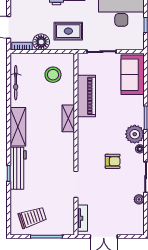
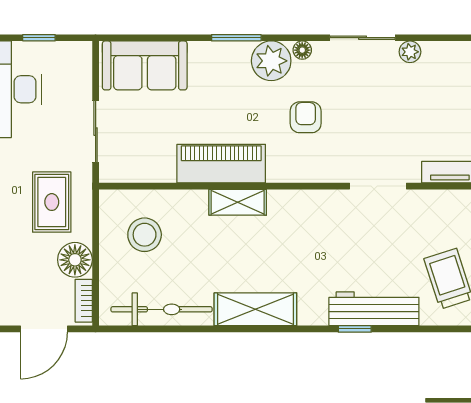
bicycle: (16, 83) -> (162, 309), width x1.37, depth x1.40
piano: (86, 96) -> (221, 164), moved
armchair: (113, 161) -> (306, 117), moved
workbench: (18, 168) -> (374, 309), moved

